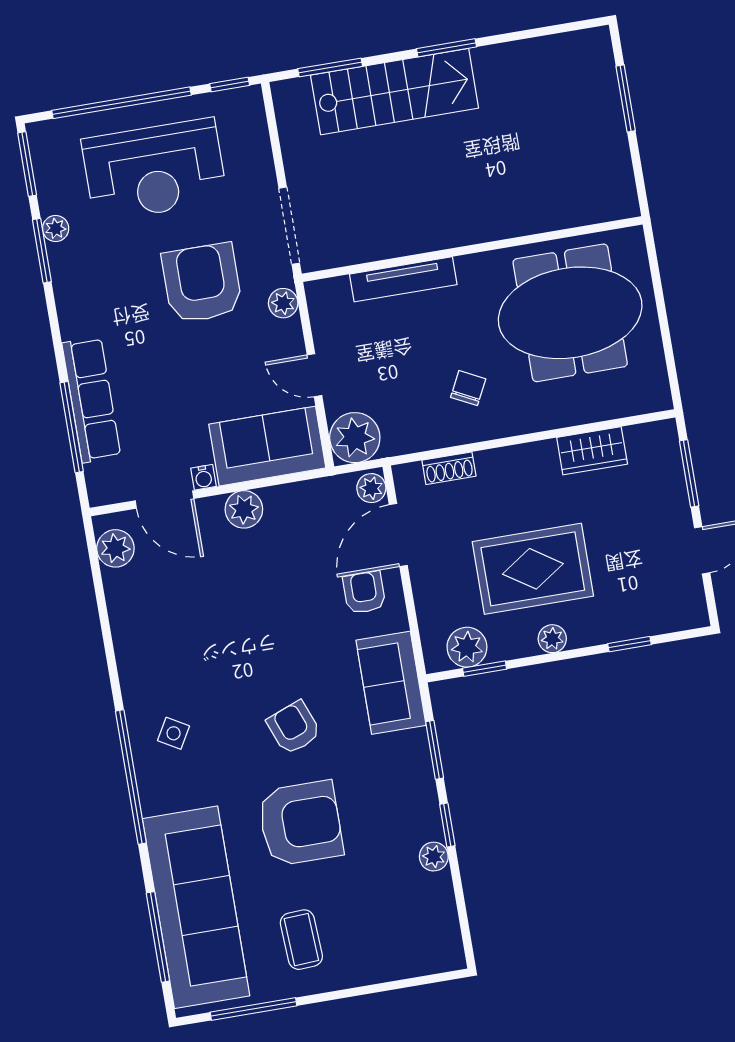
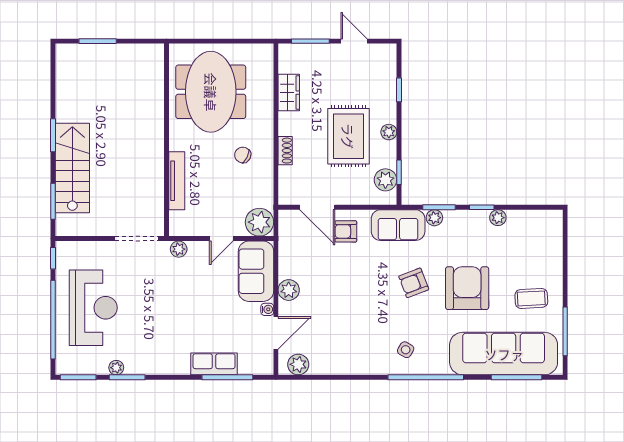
armchair: (202, 283) -> (160, 292), removed
row of seats: (91, 400) -> (214, 364), width x0.68
shoe rack: (449, 468) -> (285, 151), moved
plant: (371, 488) -> (434, 218), moved

